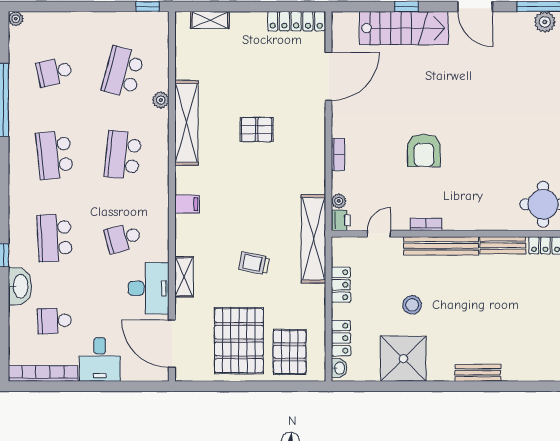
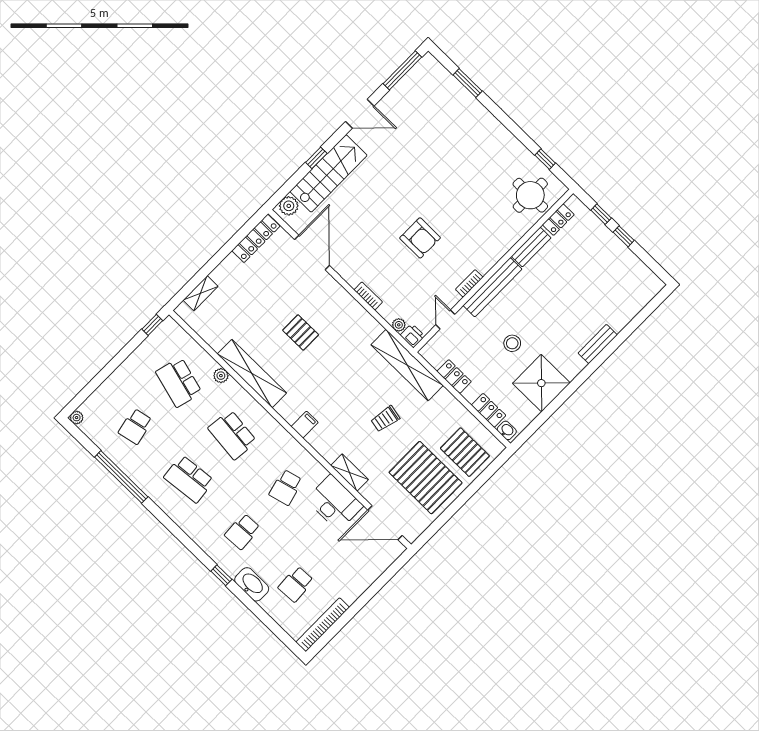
plant: (545, 22) -> (289, 206), moved
pallet: (257, 130) -> (301, 332), turned 90
school desk: (54, 238) -> (242, 531), width x0.54
desk: (100, 359) -> (349, 579), removed

